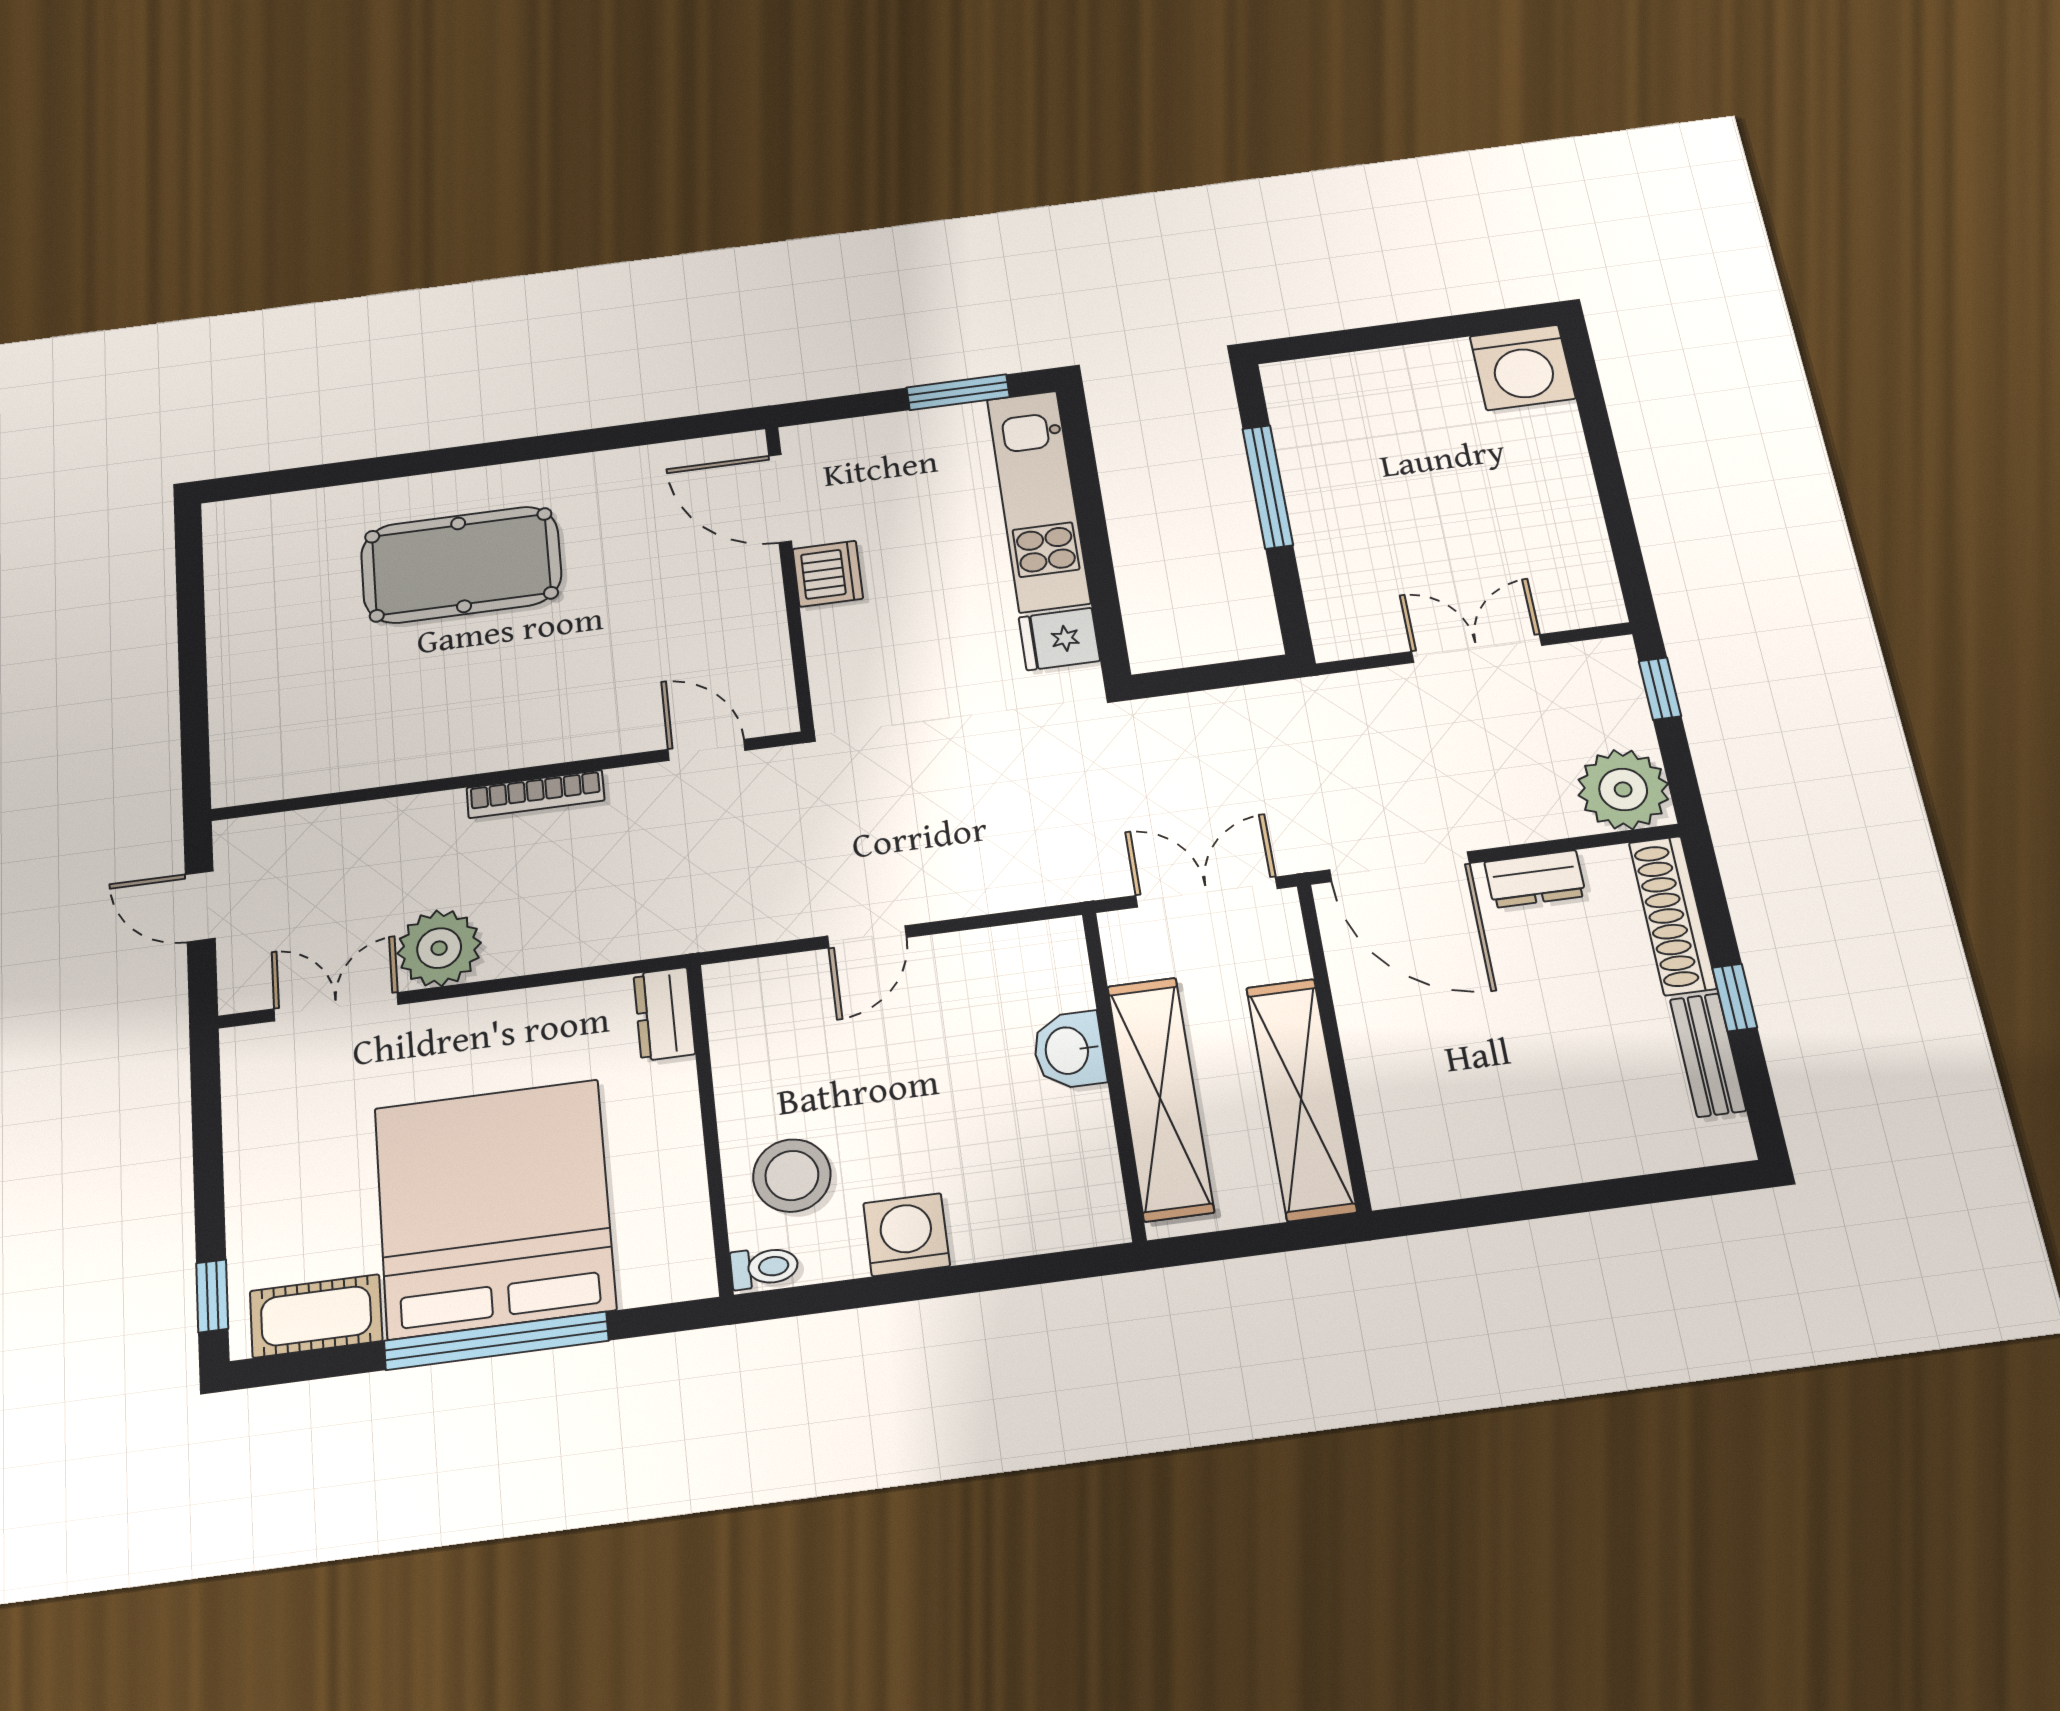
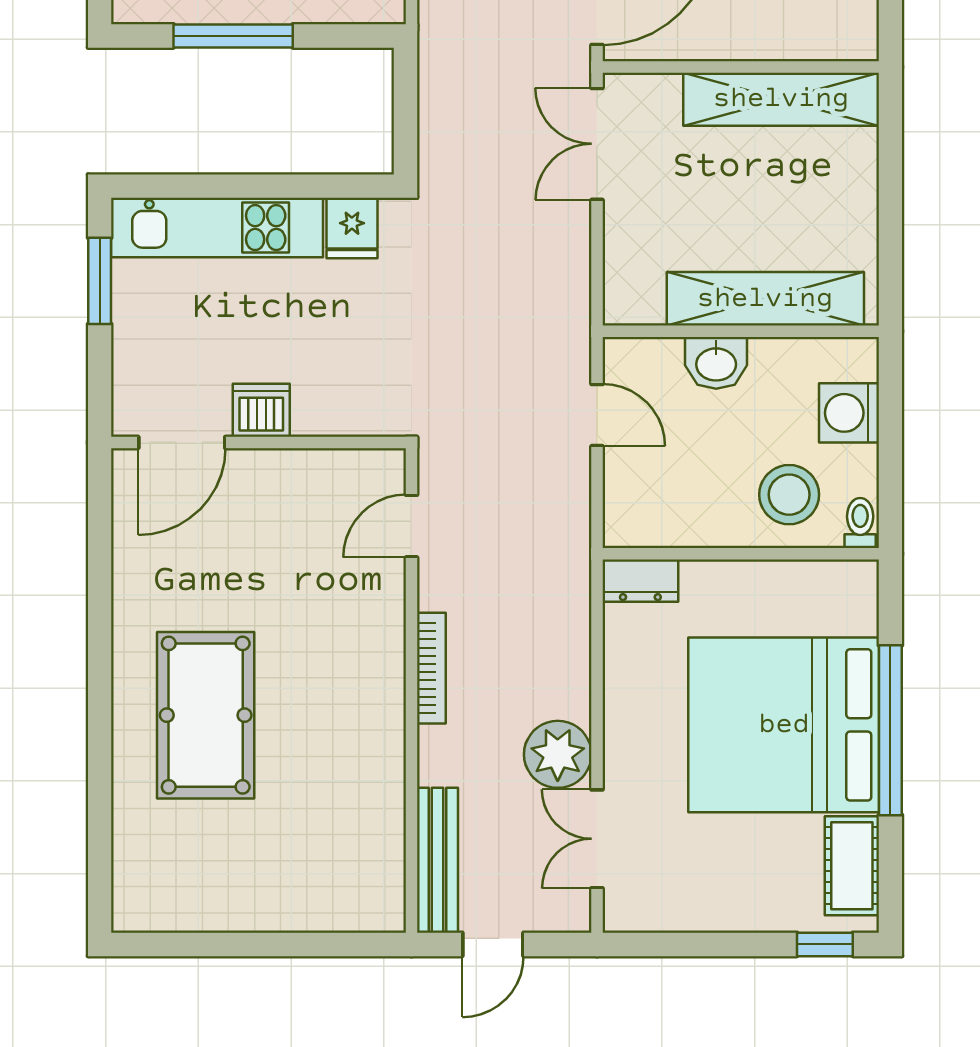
bench: (301, 832) -> (437, 860), added
washbasin: (1069, 1050) -> (716, 363), moved
wall: (1114, 1074) -> (741, 331), moved
shelving: (1160, 1098) -> (765, 299), moved

